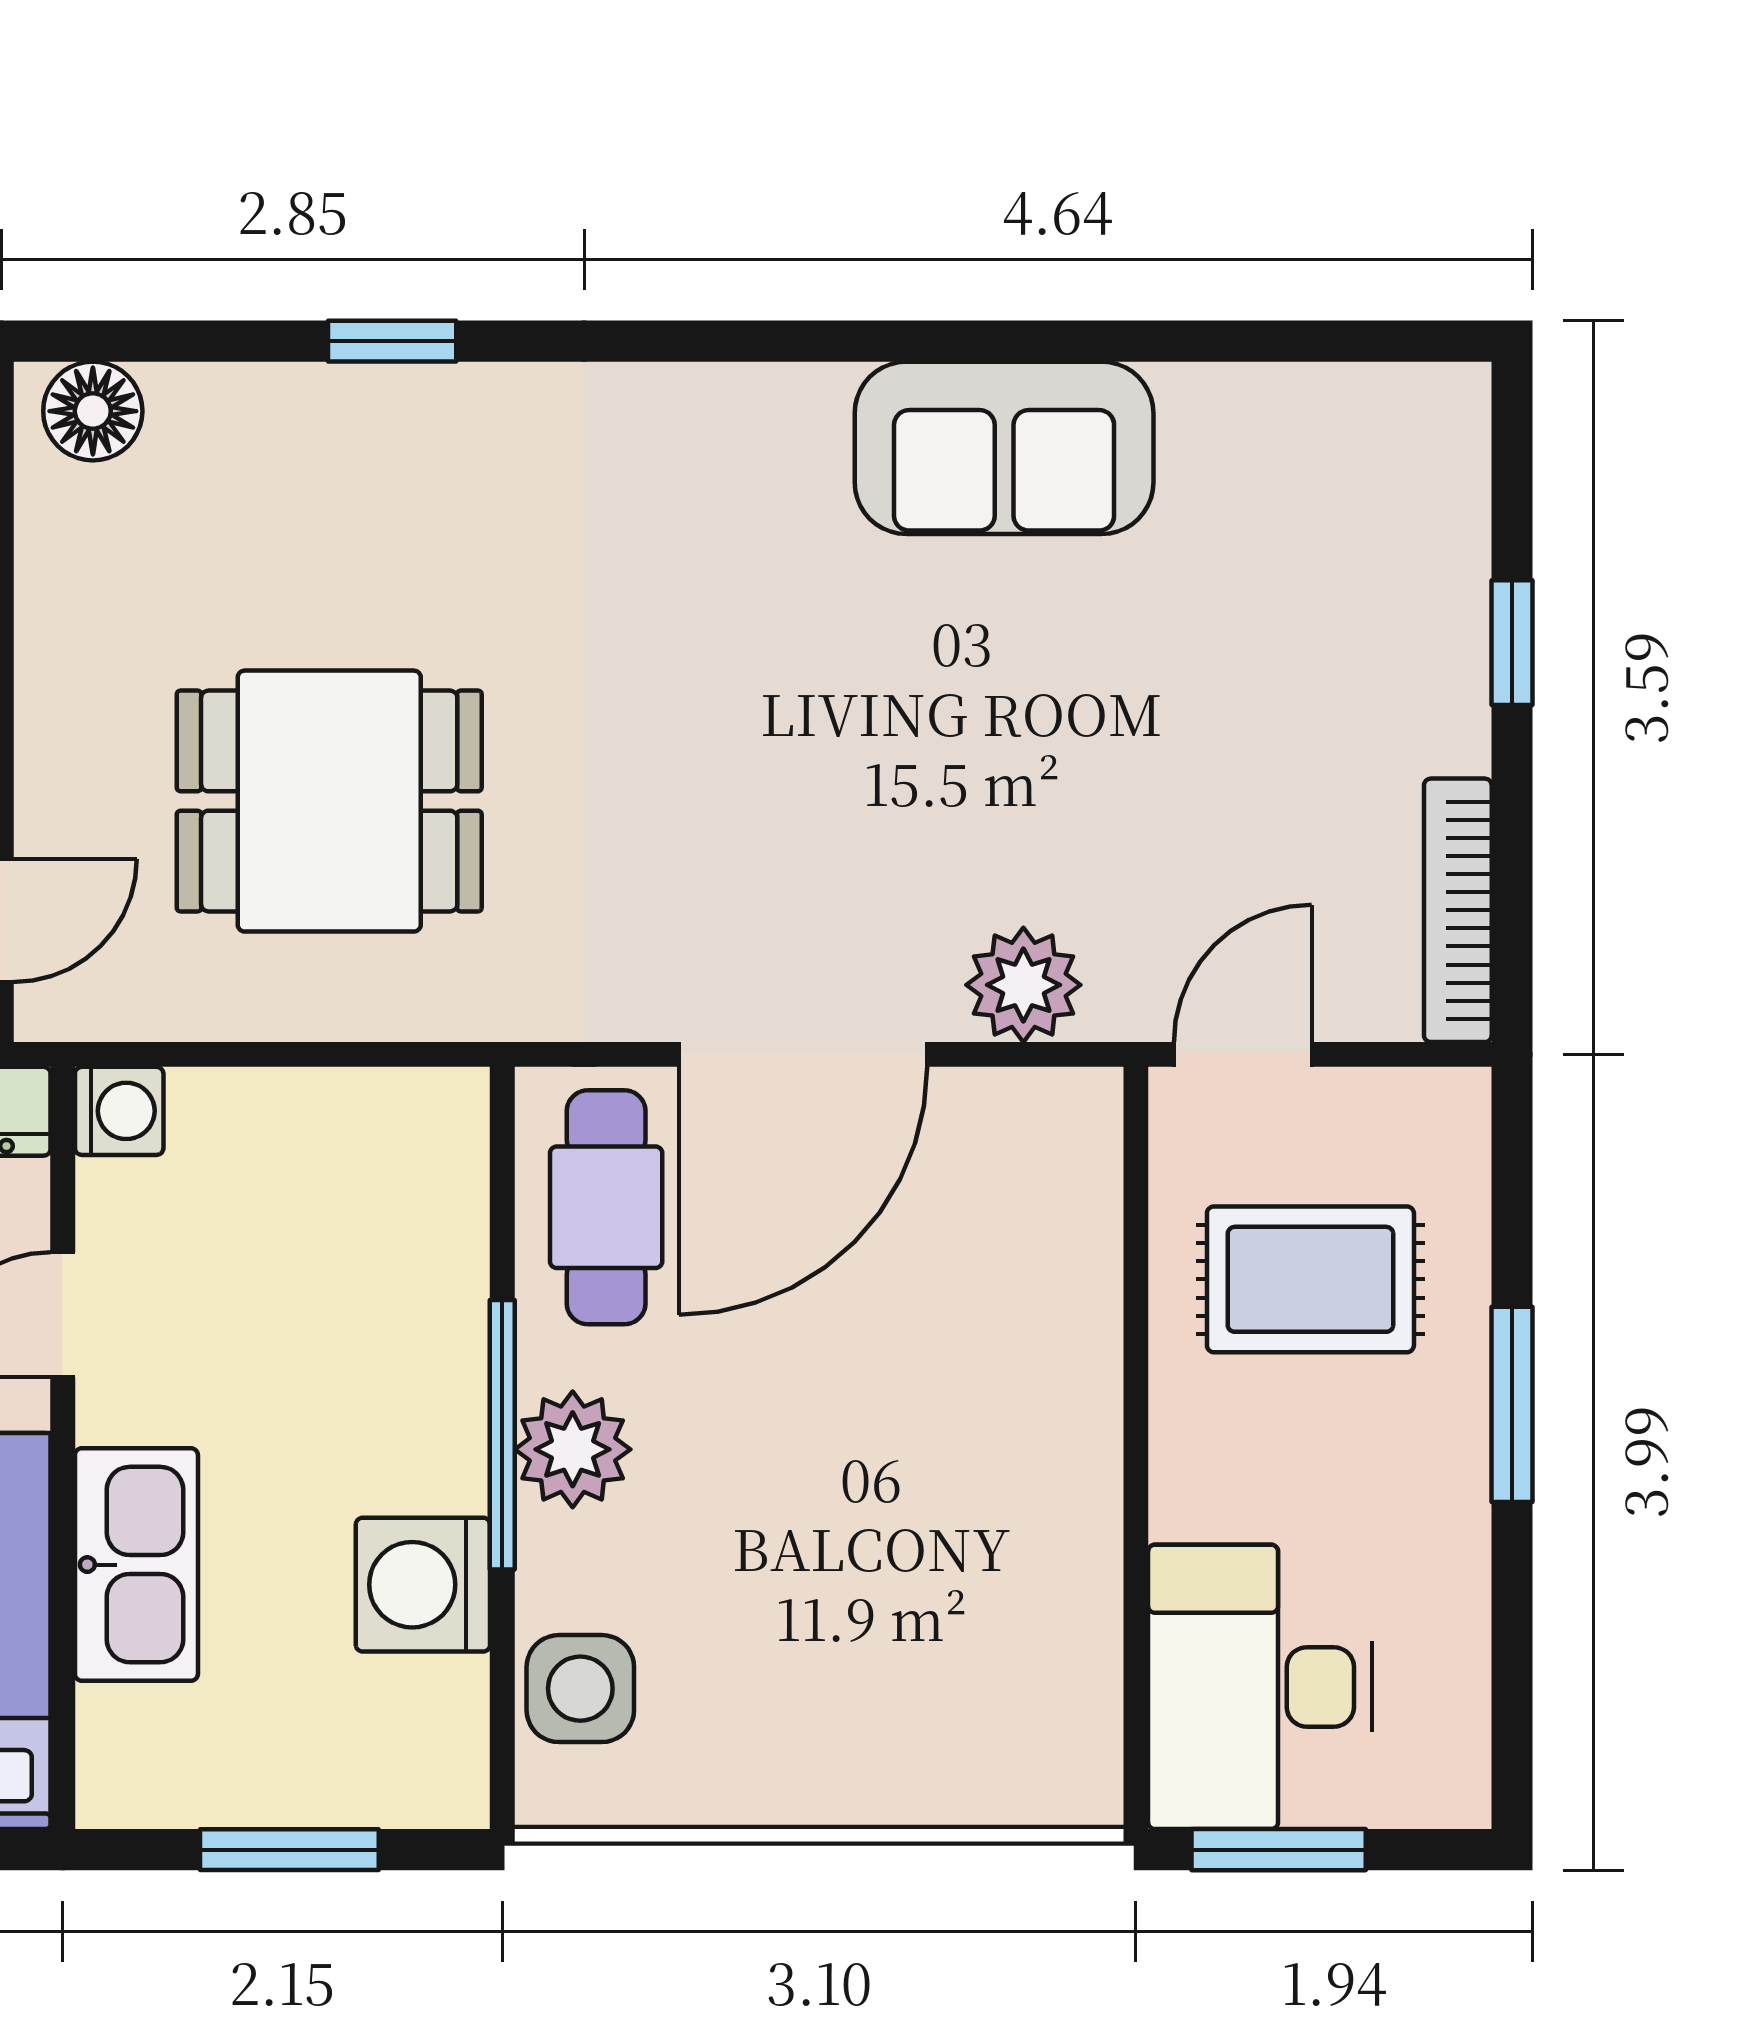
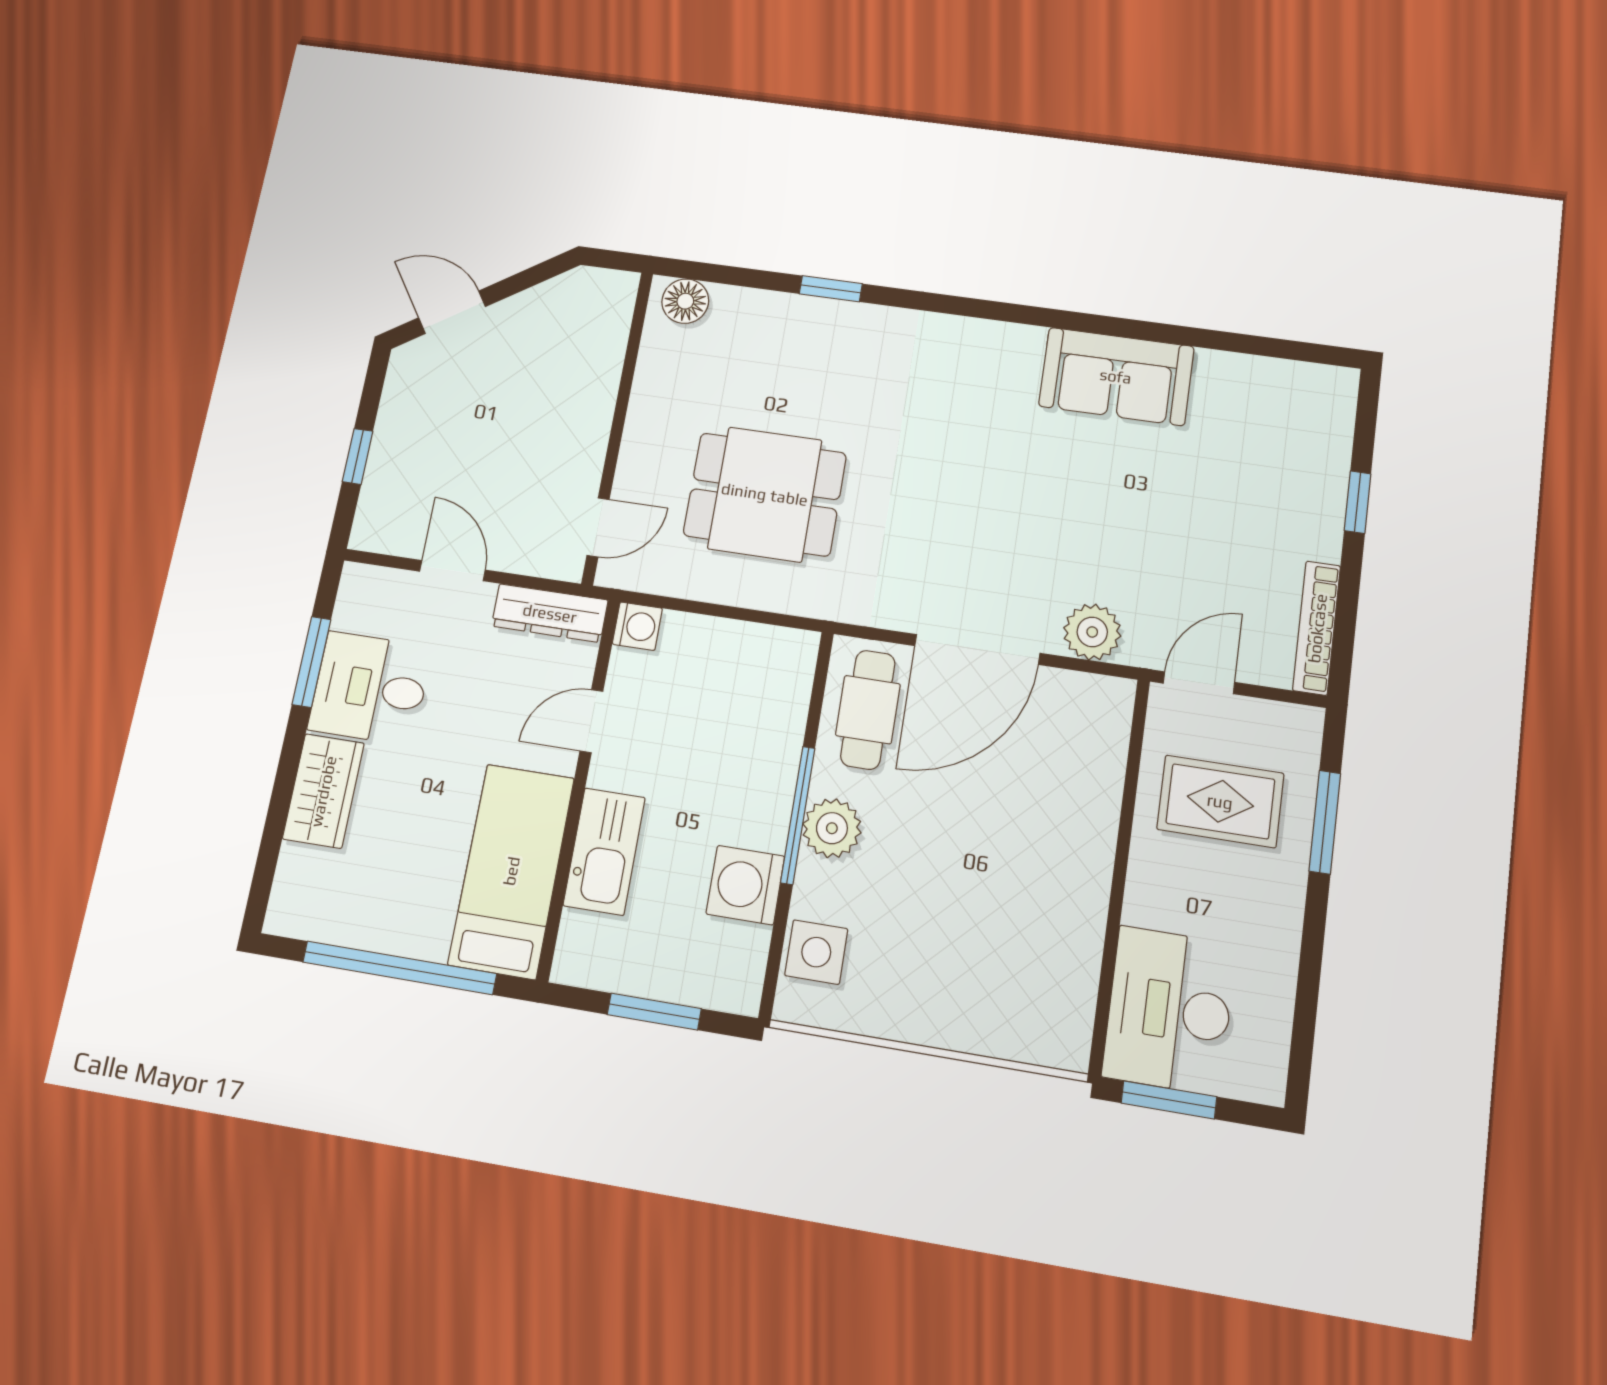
window: (1512, 1404) -> (1325, 822), moved

